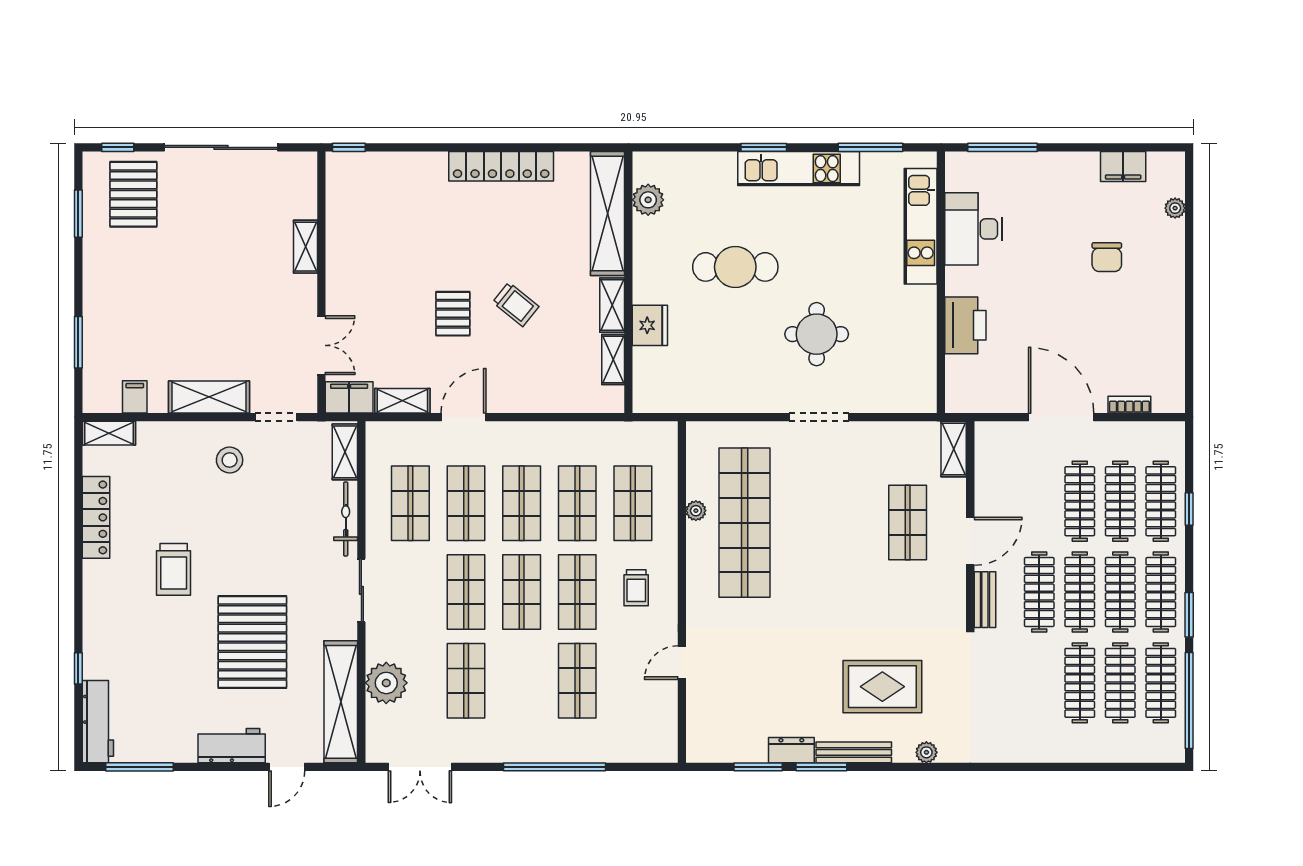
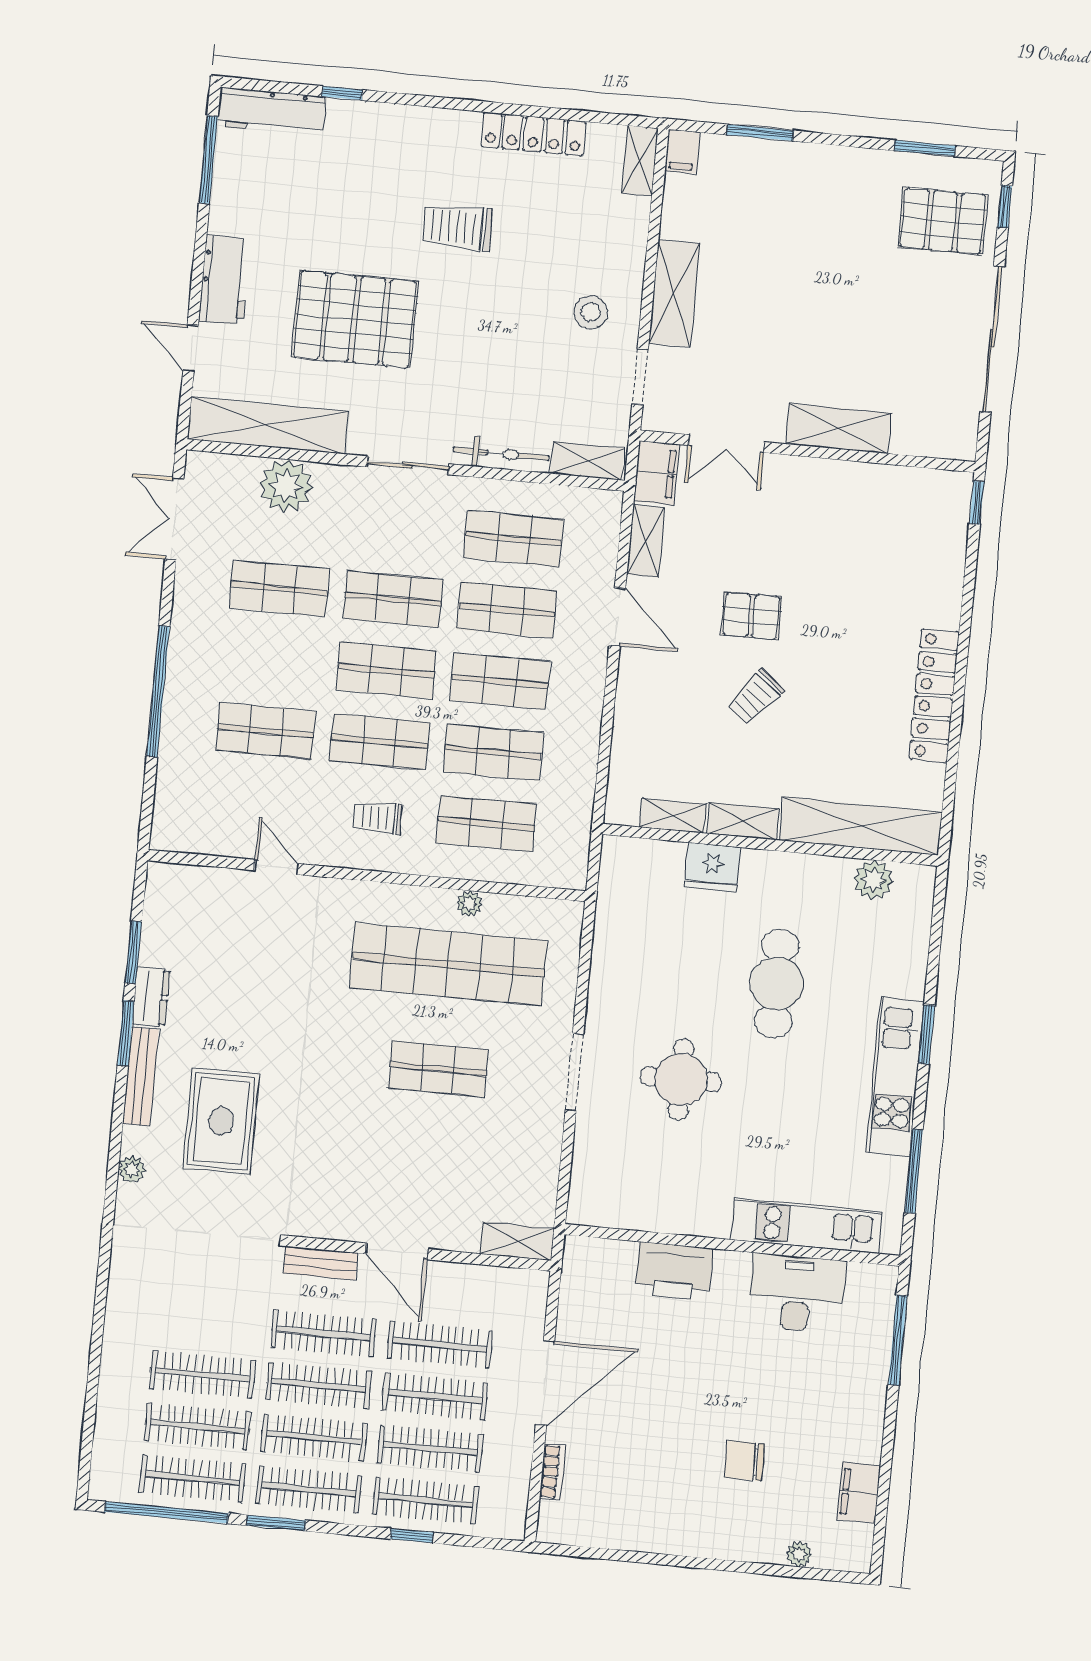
shelving: (306, 247) -> (839, 429), width x1.50, depth x1.33
filing cabinet: (135, 397) -> (682, 151), moved, turned 90
clothes rail: (1039, 501) -> (440, 1344), added
shop shelf: (908, 523) -> (438, 1069), moved

